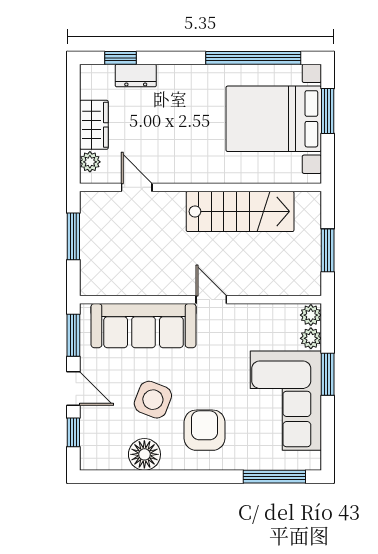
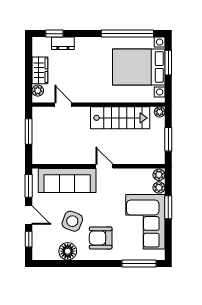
plant: (312, 201) -> (160, 112), added
armchair: (204, 430) -> (101, 238), turned -90

